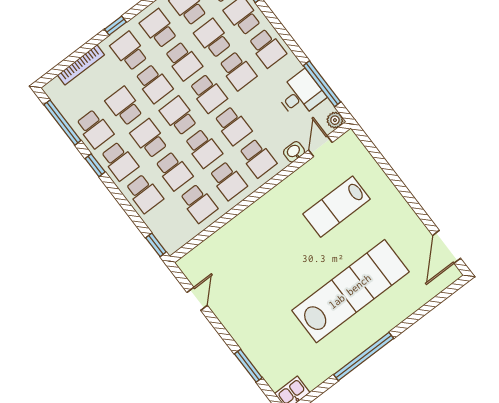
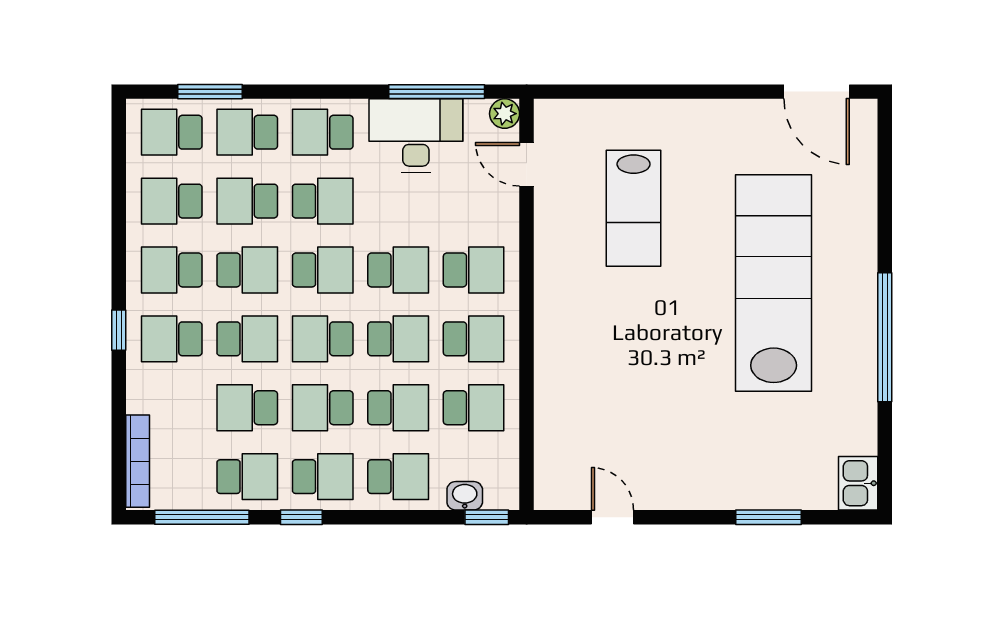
school desk: (267, 48) -> (323, 132), turned 180
bookcase: (81, 65) -> (138, 461), moved
desk: (301, 95) -> (416, 135), width x1.37
washbasin: (294, 152) -> (465, 496), moved, turned 90

